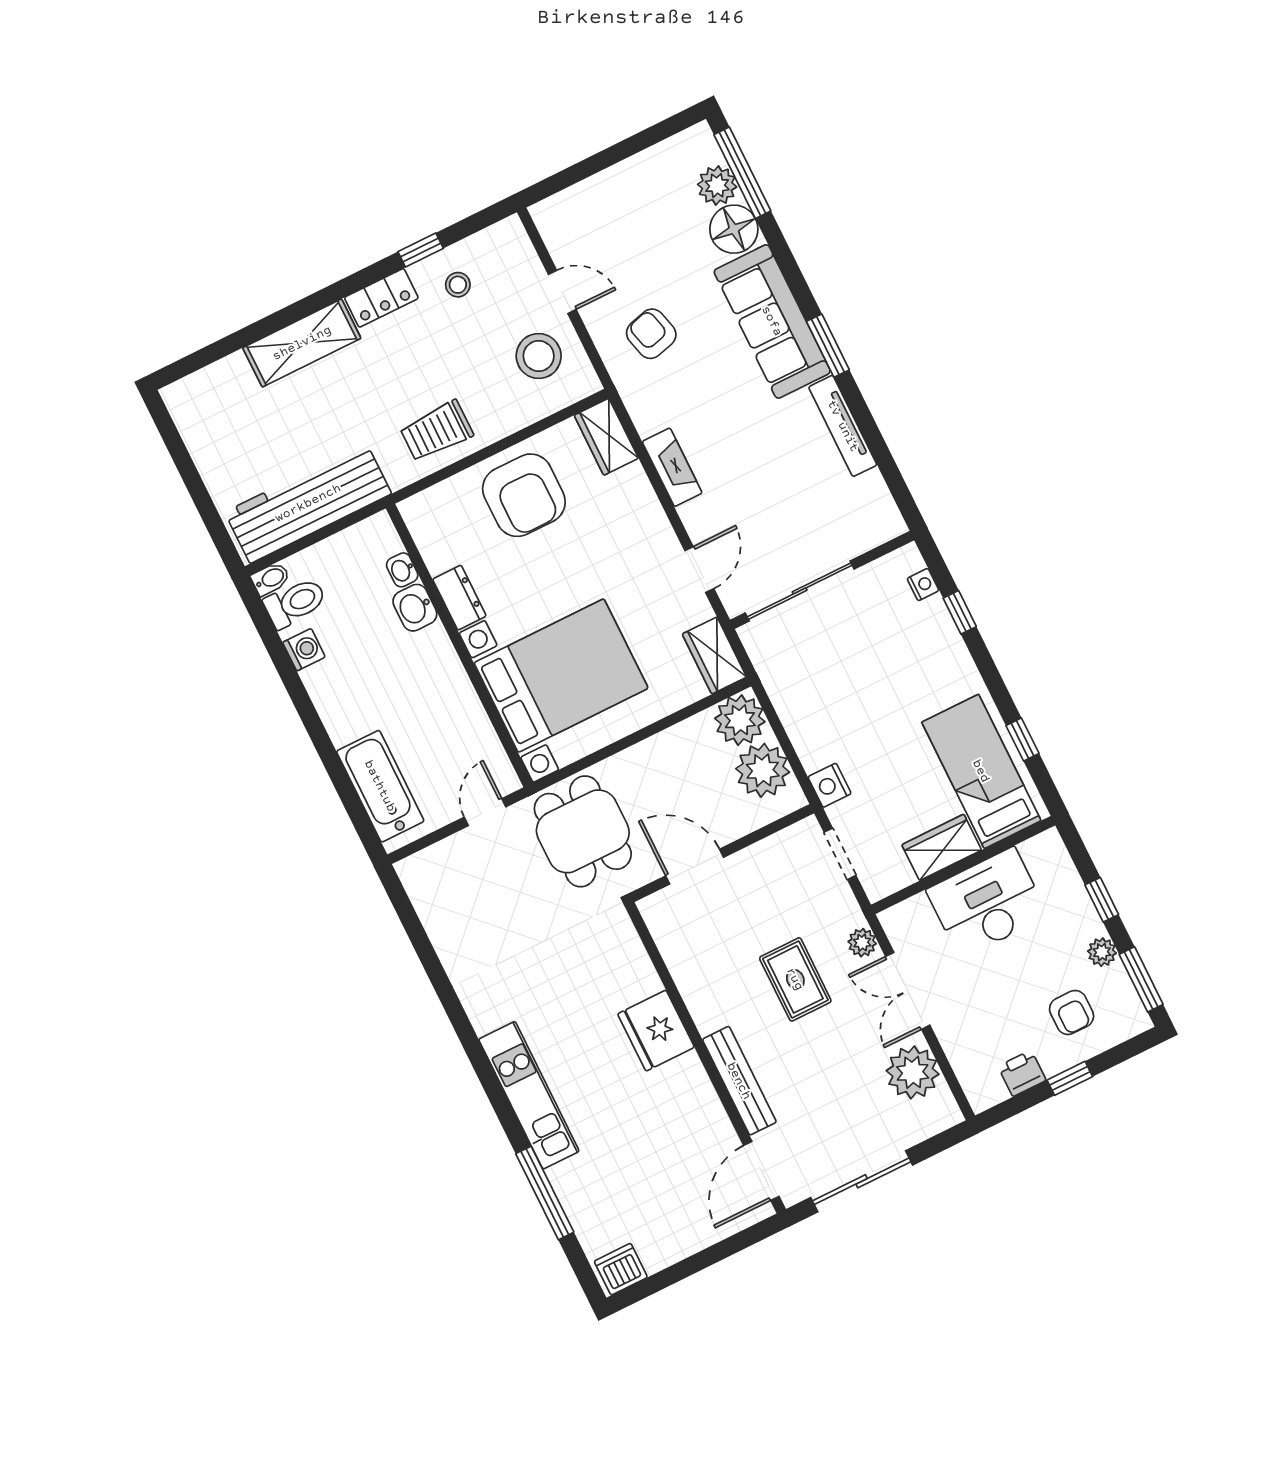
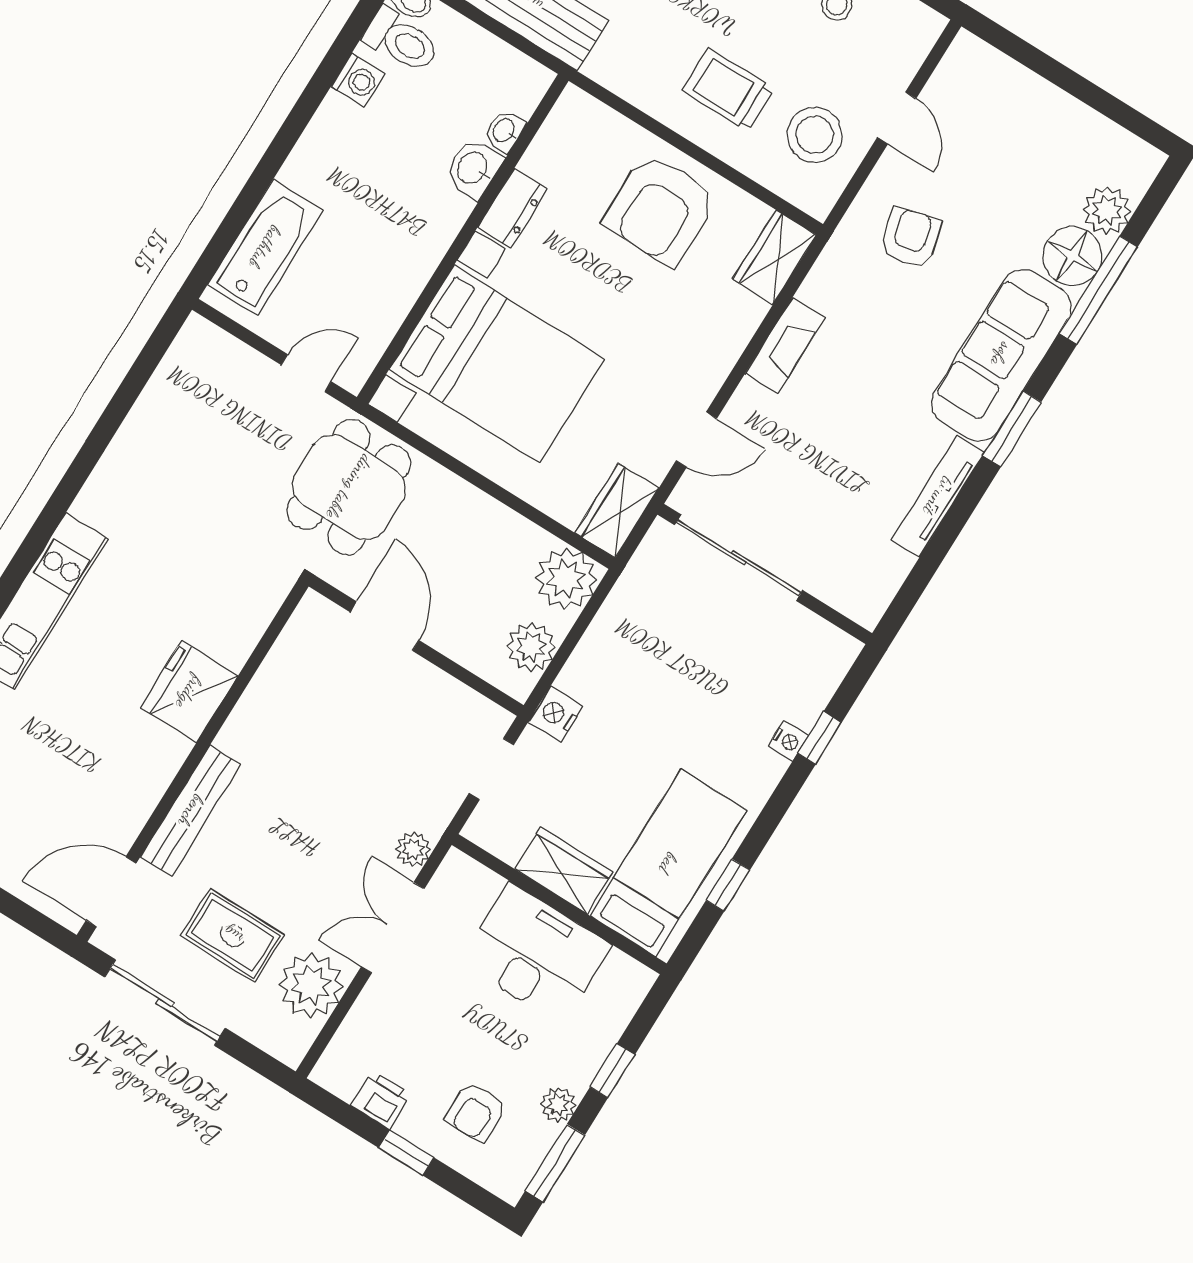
window: (742, 173) -> (1098, 290), moved
trolley: (437, 431) -> (728, 90), moved
nightstand: (923, 585) -> (788, 741), moved
plant: (763, 770) -> (531, 647), width x0.73, depth x0.73
rug: (795, 979) -> (233, 935), moved, turned 90

